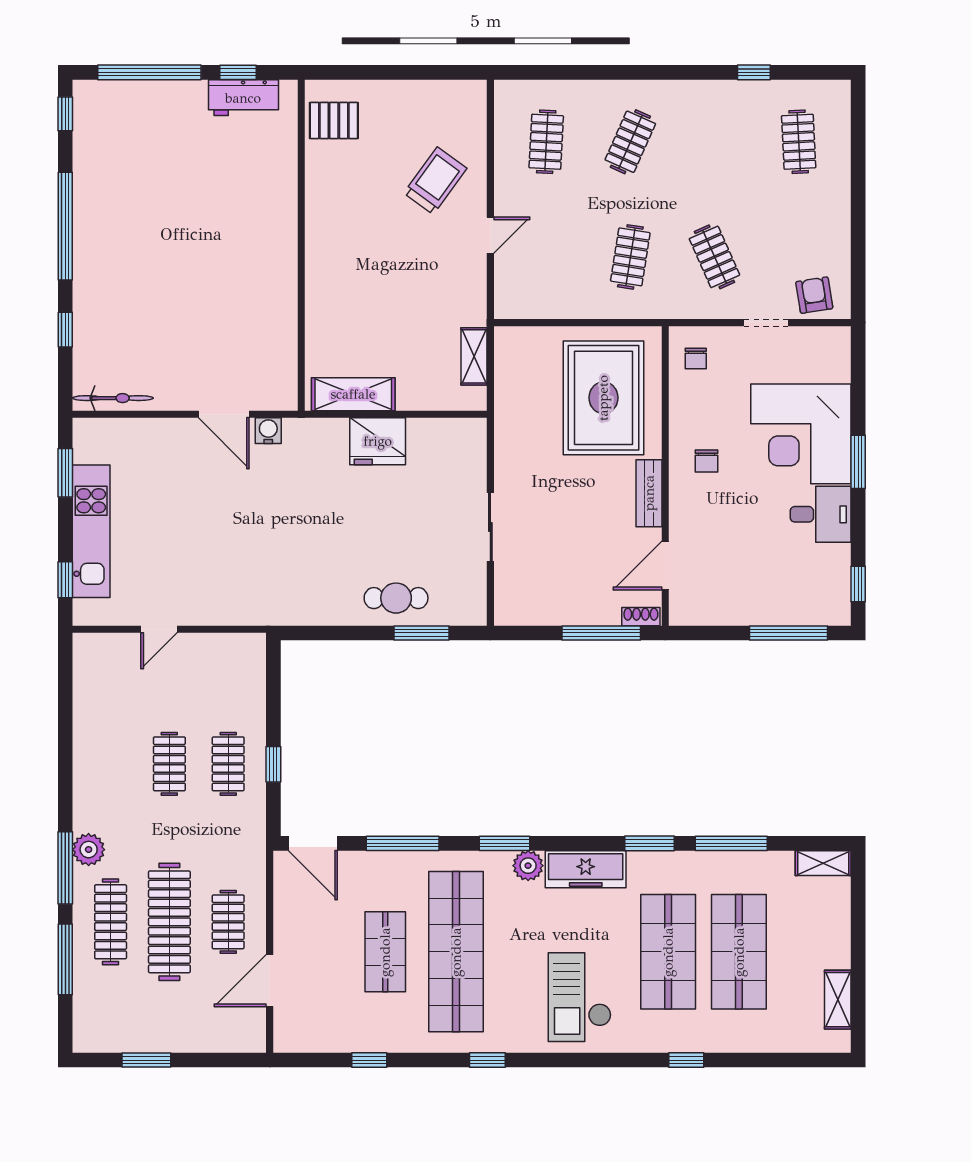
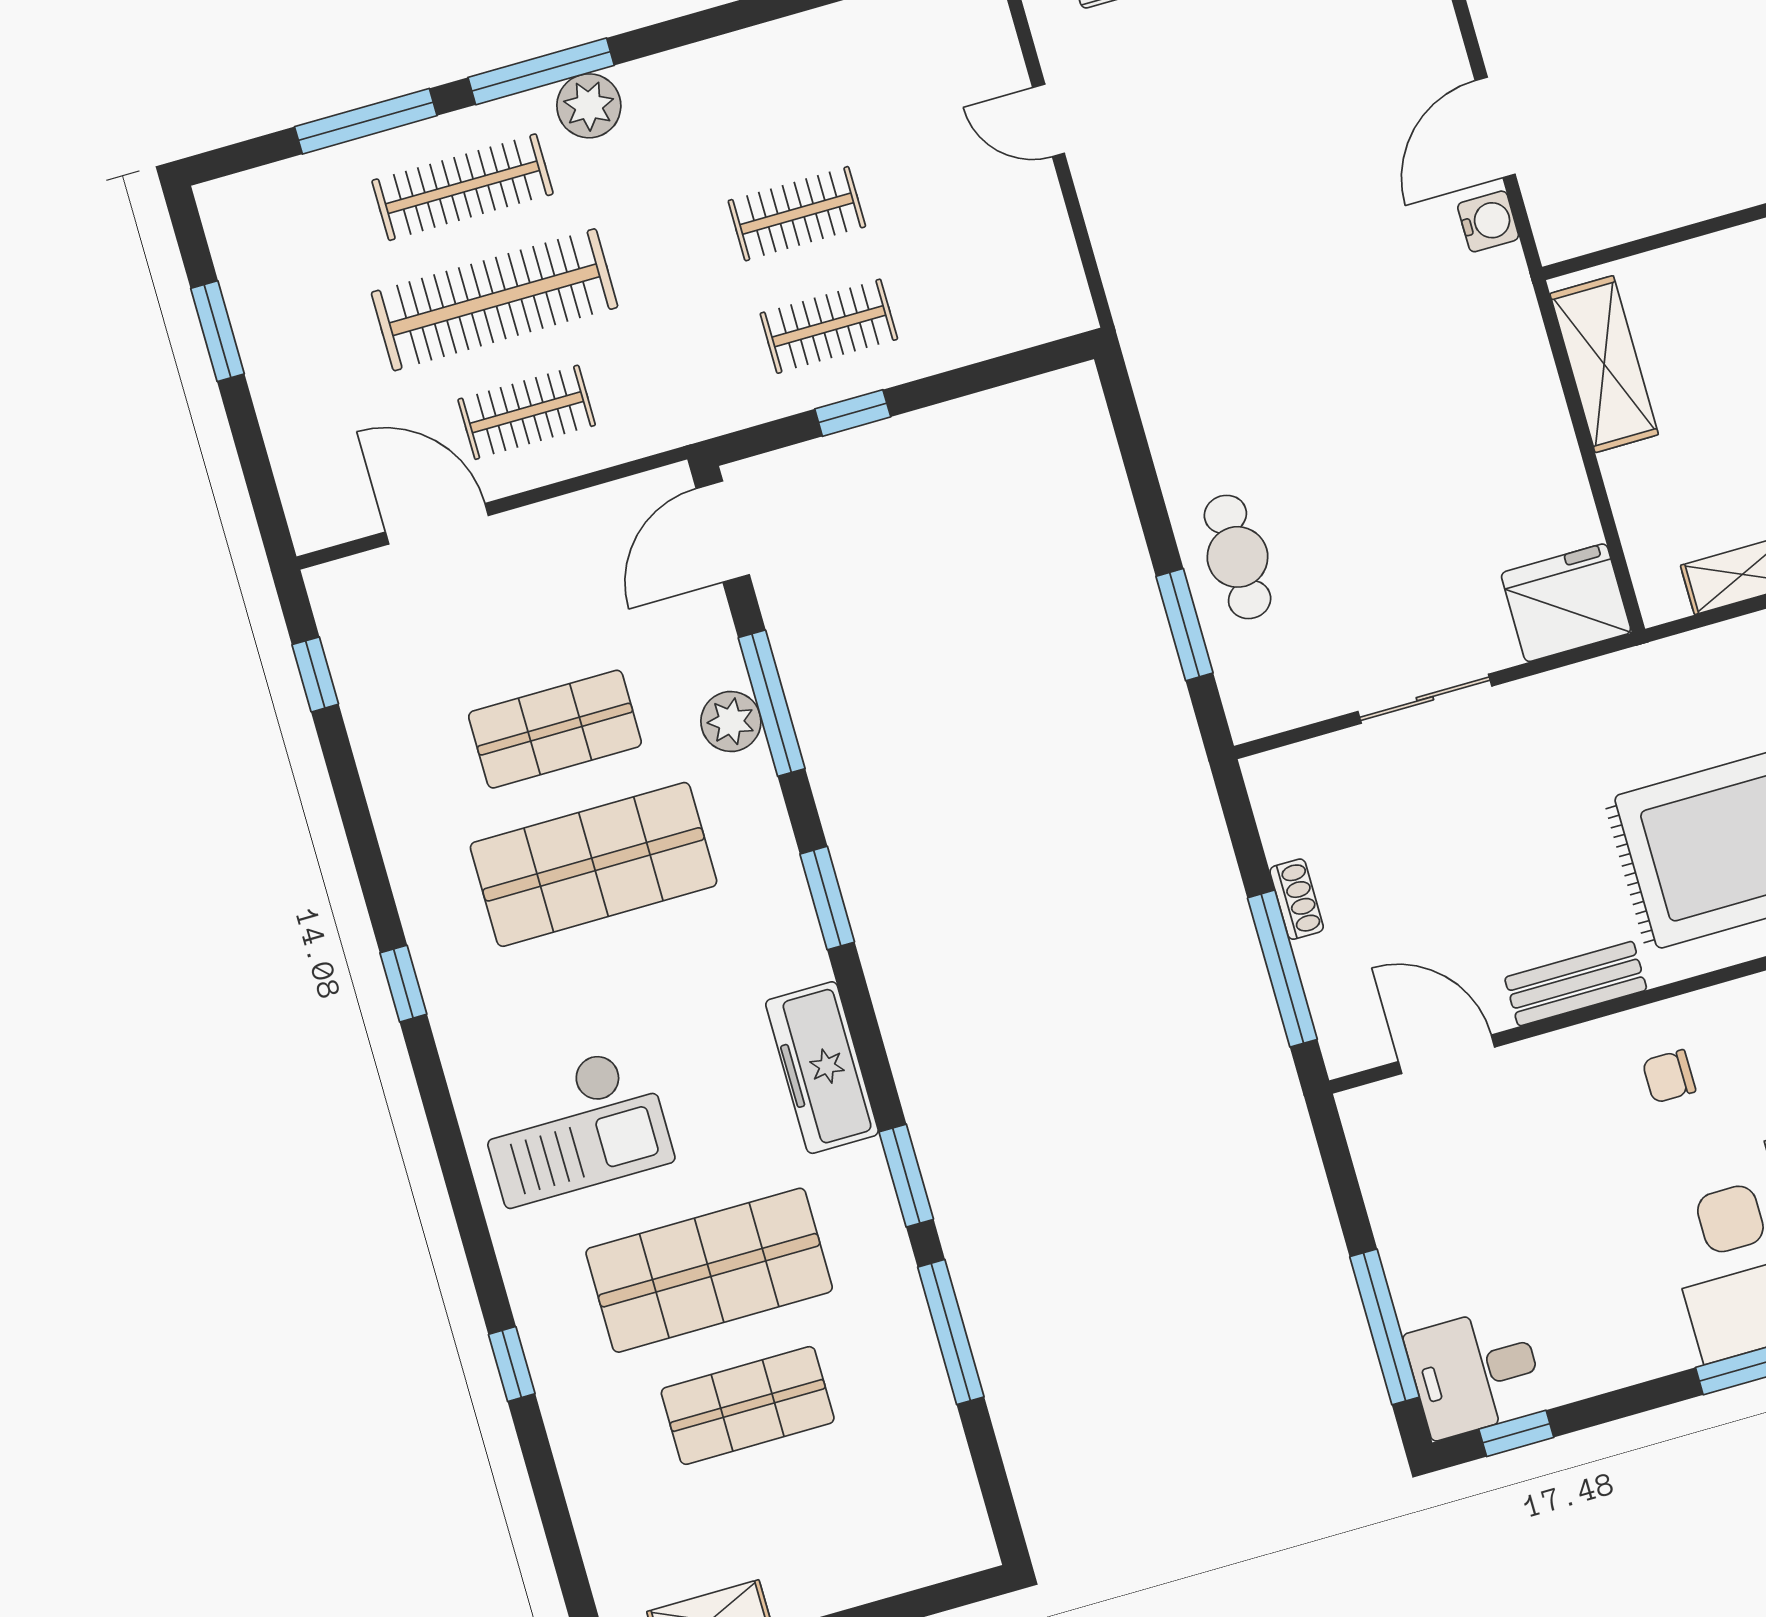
fridge: (378, 441) -> (1566, 603), moved, turned 90
desk: (821, 514) -> (1475, 1372), moved, turned 90
shoe rack: (641, 617) -> (1297, 899), moved
shelving: (823, 863) -> (963, 1518), removed
plant: (528, 866) -> (731, 721), moved
shop shelf: (456, 952) -> (594, 864), width x0.71
shop shelf: (739, 952) -> (748, 1405), width x0.70, depth x0.74
checkout: (580, 997) -> (574, 1126), turned 180
window: (369, 1060) -> (315, 674), moved

